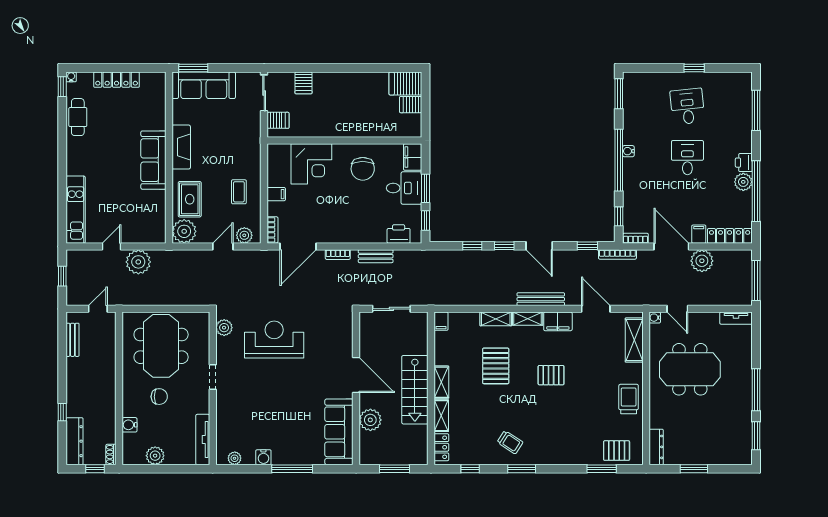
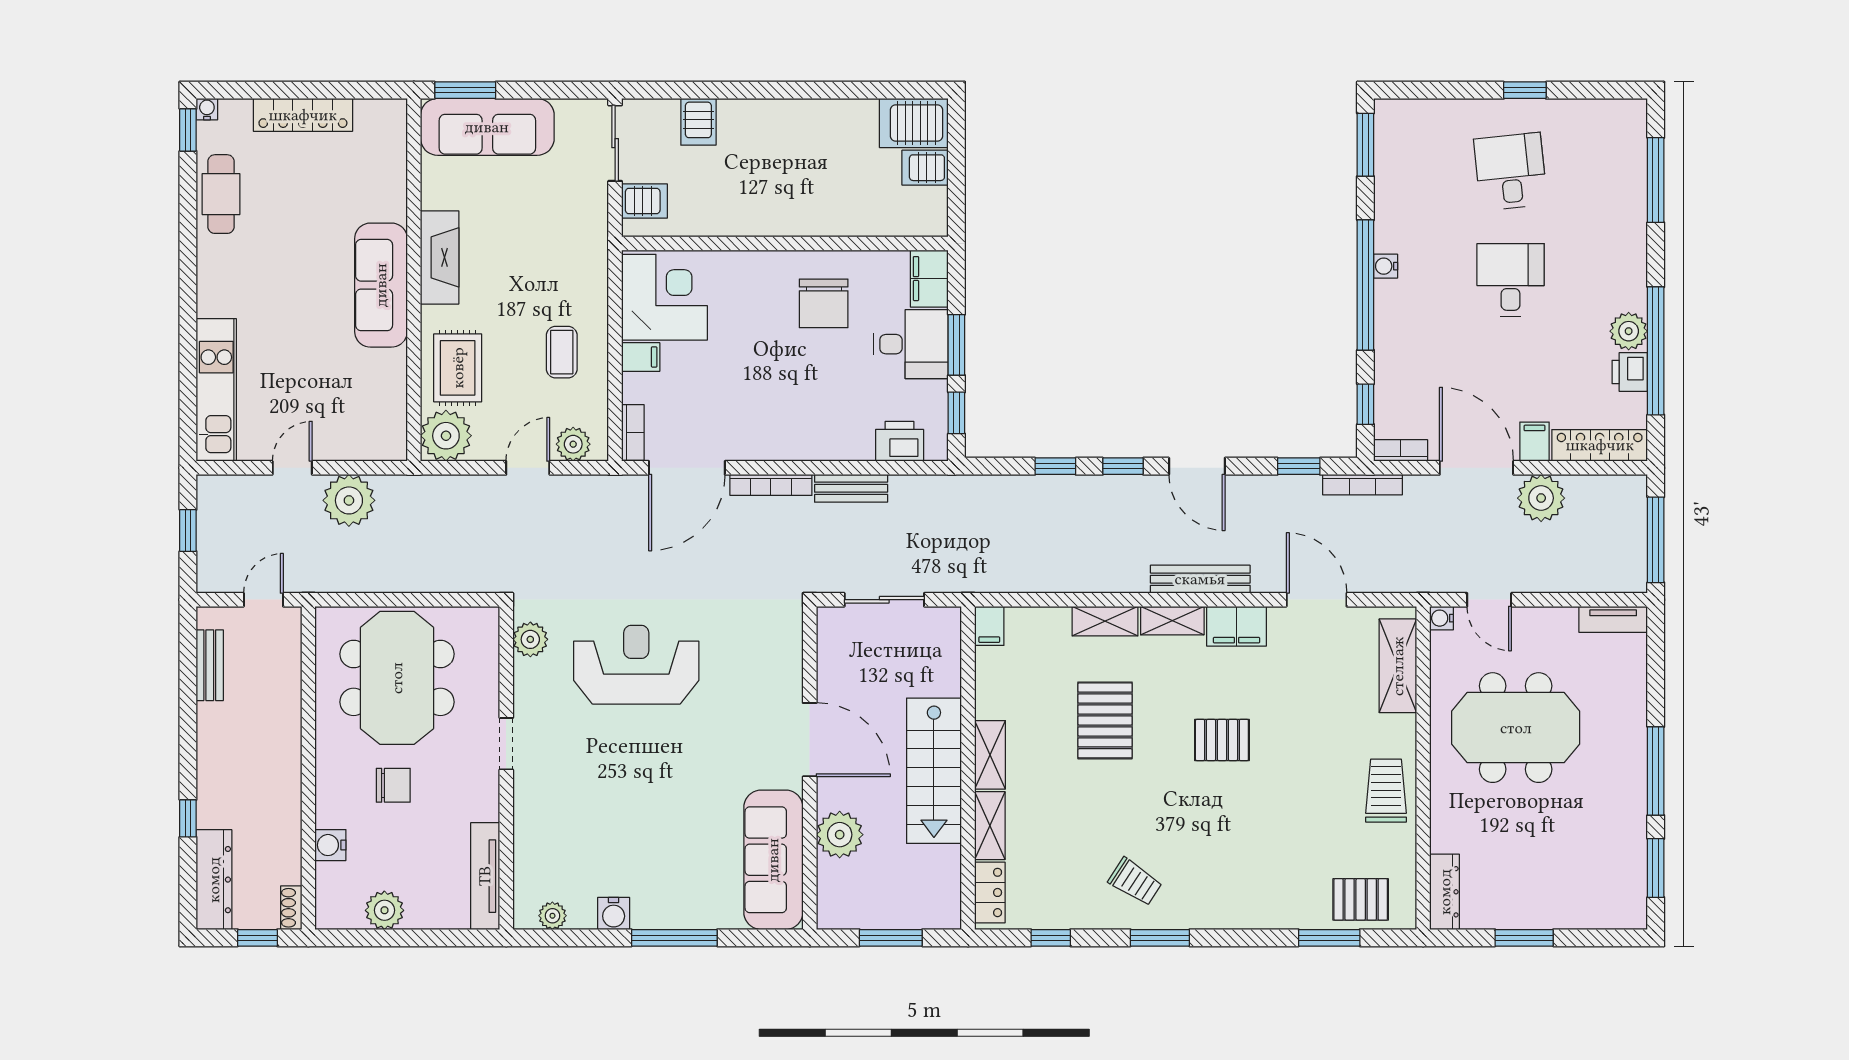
printer: (744, 163) -> (1630, 372), moved
corner desk: (311, 164) -> (665, 297), moved, turned -90
bookcase: (338, 255) -> (771, 485), width x1.56

